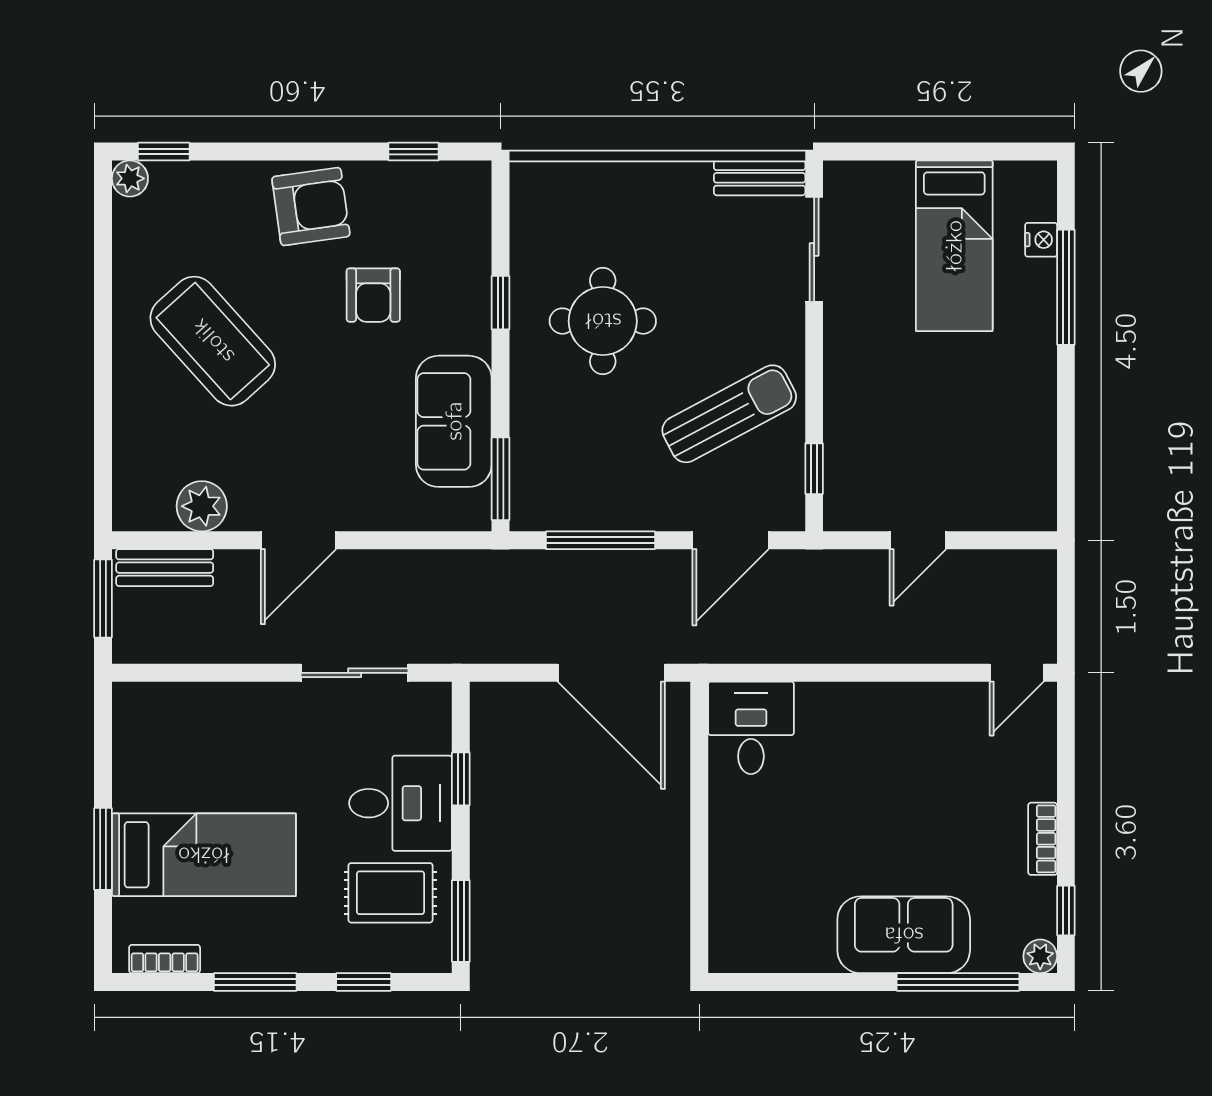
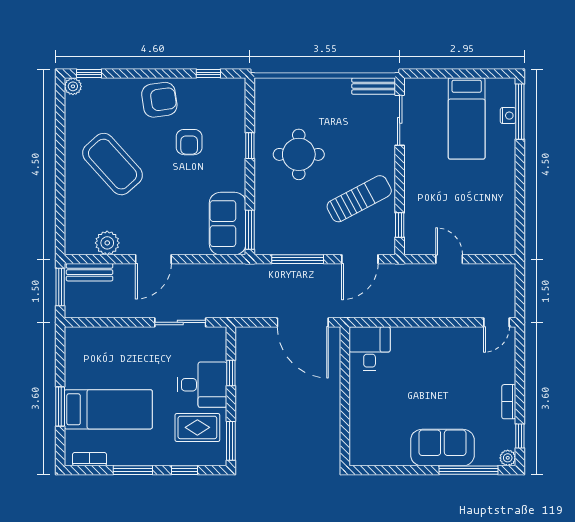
window: (1066, 287) -> (520, 112), moved
sofa: (454, 421) -> (228, 224), moved
door: (918, 540) -> (449, 259), swing flipped

